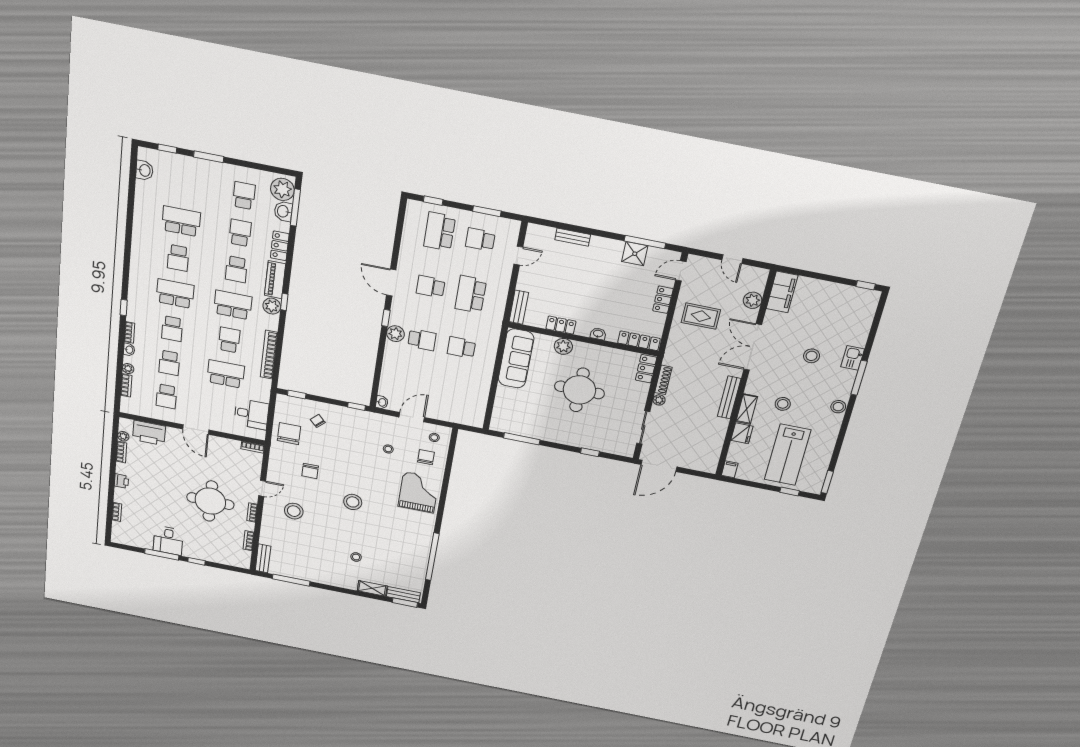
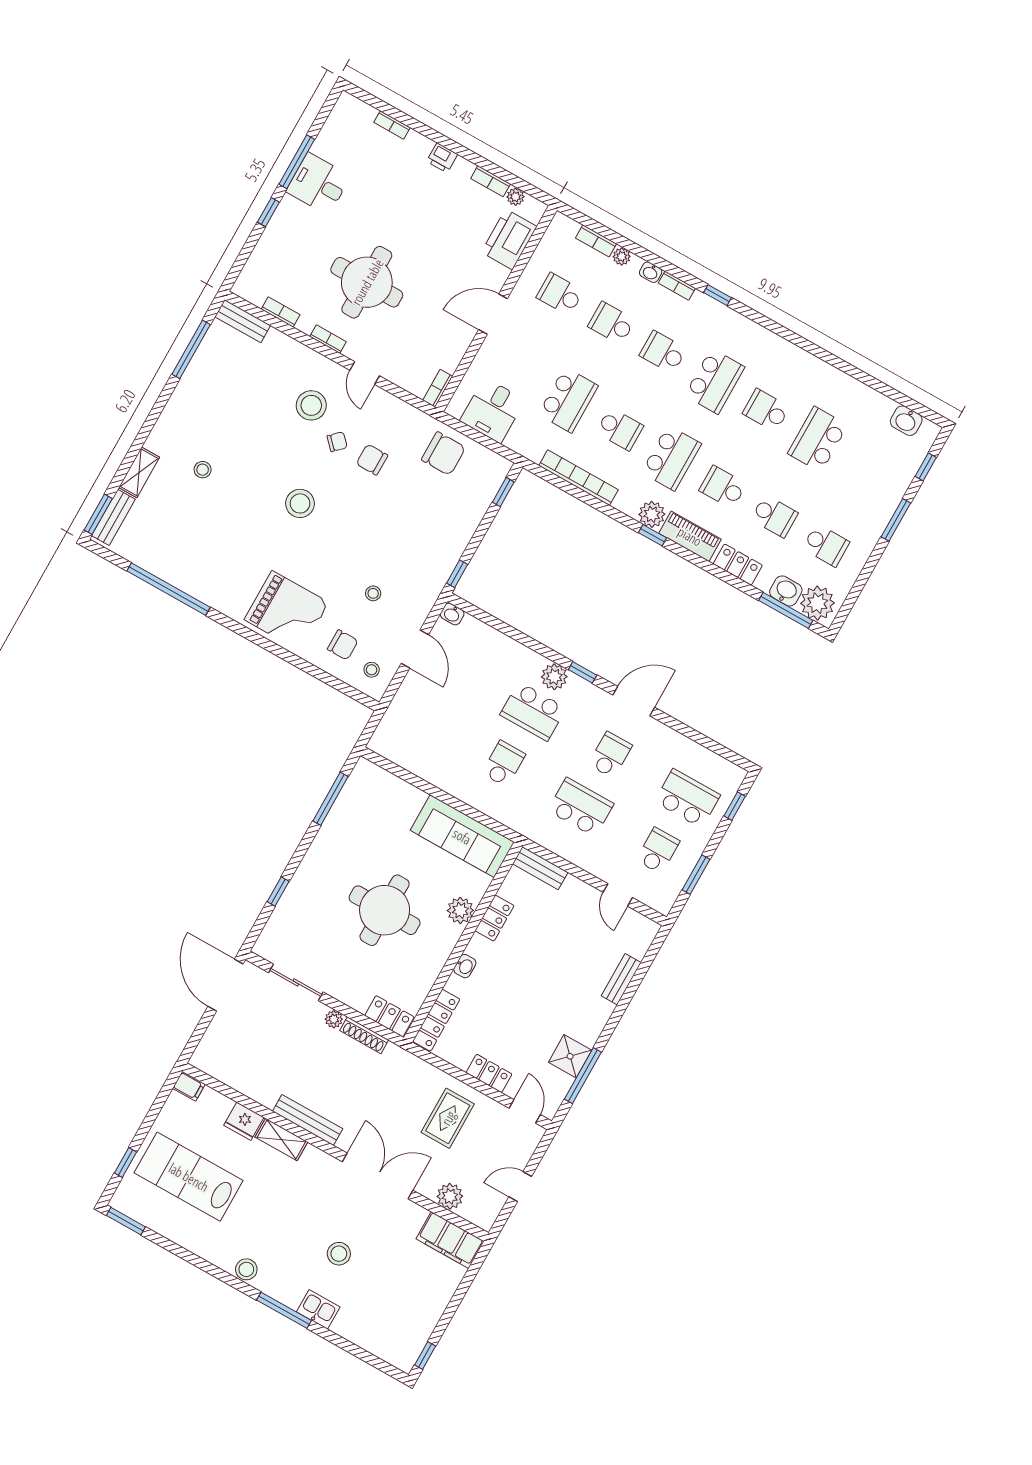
school desk: (181, 221) -> (818, 439), turned 180
school desk: (422, 340) -> (533, 711), width x1.85
stool: (783, 404) -> (274, 1193), removed
chair: (318, 421) -> (337, 442), moved

